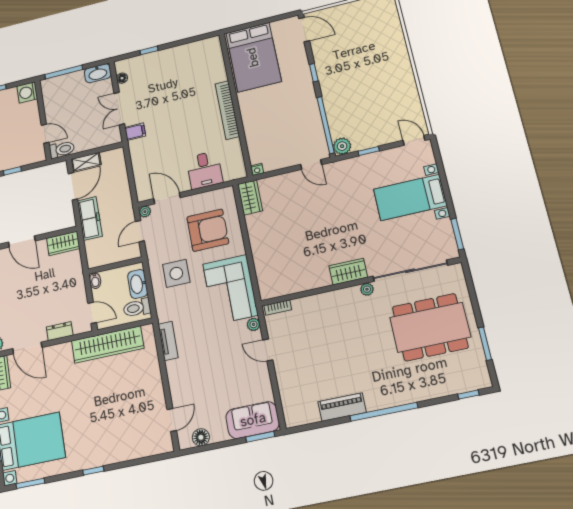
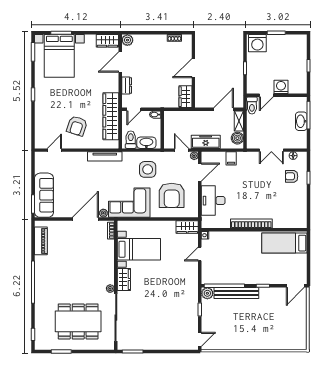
bed: (253, 57) -> (284, 243), width x0.67
washbasin: (98, 73) -> (301, 121), moved
armchair: (151, 73) -> (292, 176), added
washing machine: (27, 92) -> (281, 87), moved
bench: (332, 106) -> (236, 293), added
double door: (119, 109) -> (271, 150), swing flipped
filing cabinet: (135, 132) -> (231, 158), moved
boiler: (110, 158) -> (237, 138), added
door: (311, 164) -> (200, 254), moved
desk: (204, 170) -> (213, 201), width x1.37
door: (73, 186) -> (224, 109), swing flipped
bed with nightstands: (410, 197) -> (139, 249), moved, turned 90
freezer: (90, 218) -> (206, 142), moved, turned 180
dining table: (430, 327) -> (78, 321), turned 90
tv unit: (168, 341) -> (105, 156), width x1.41
door: (268, 350) -> (85, 219), width x1.87
armchair: (130, 393) -> (77, 126), added
piano: (342, 407) -> (41, 241), moved
door: (172, 420) -> (54, 150), swing flipped
sofa: (253, 420) -> (44, 195), width x1.36
floor lamp: (201, 437) -> (40, 167), removed

